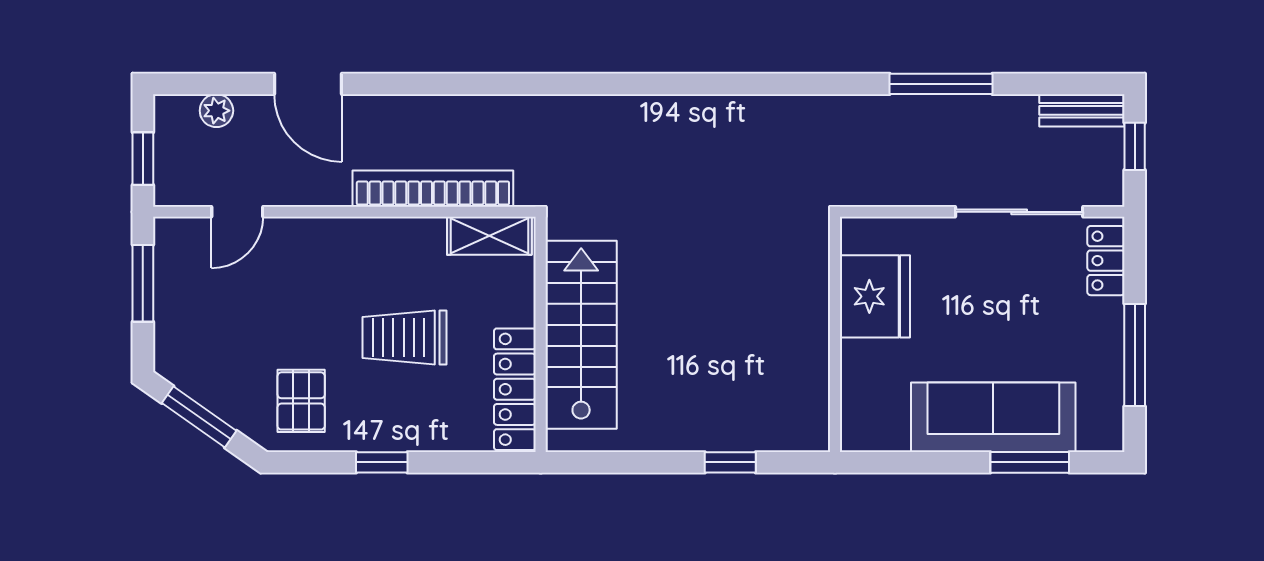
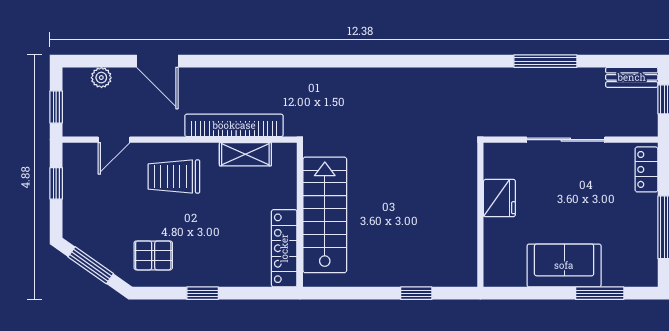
sliding door: (1019, 212) -> (566, 140), moved
shelving: (489, 236) -> (245, 154), moved
window: (143, 283) -> (56, 183), width x0.67
fridge: (875, 296) -> (499, 198), width x0.73, depth x0.75
trolley: (404, 337) -> (174, 177), moved
pallet: (301, 401) -> (153, 255), turned 90
sofa: (993, 417) -> (564, 265), width x0.73

